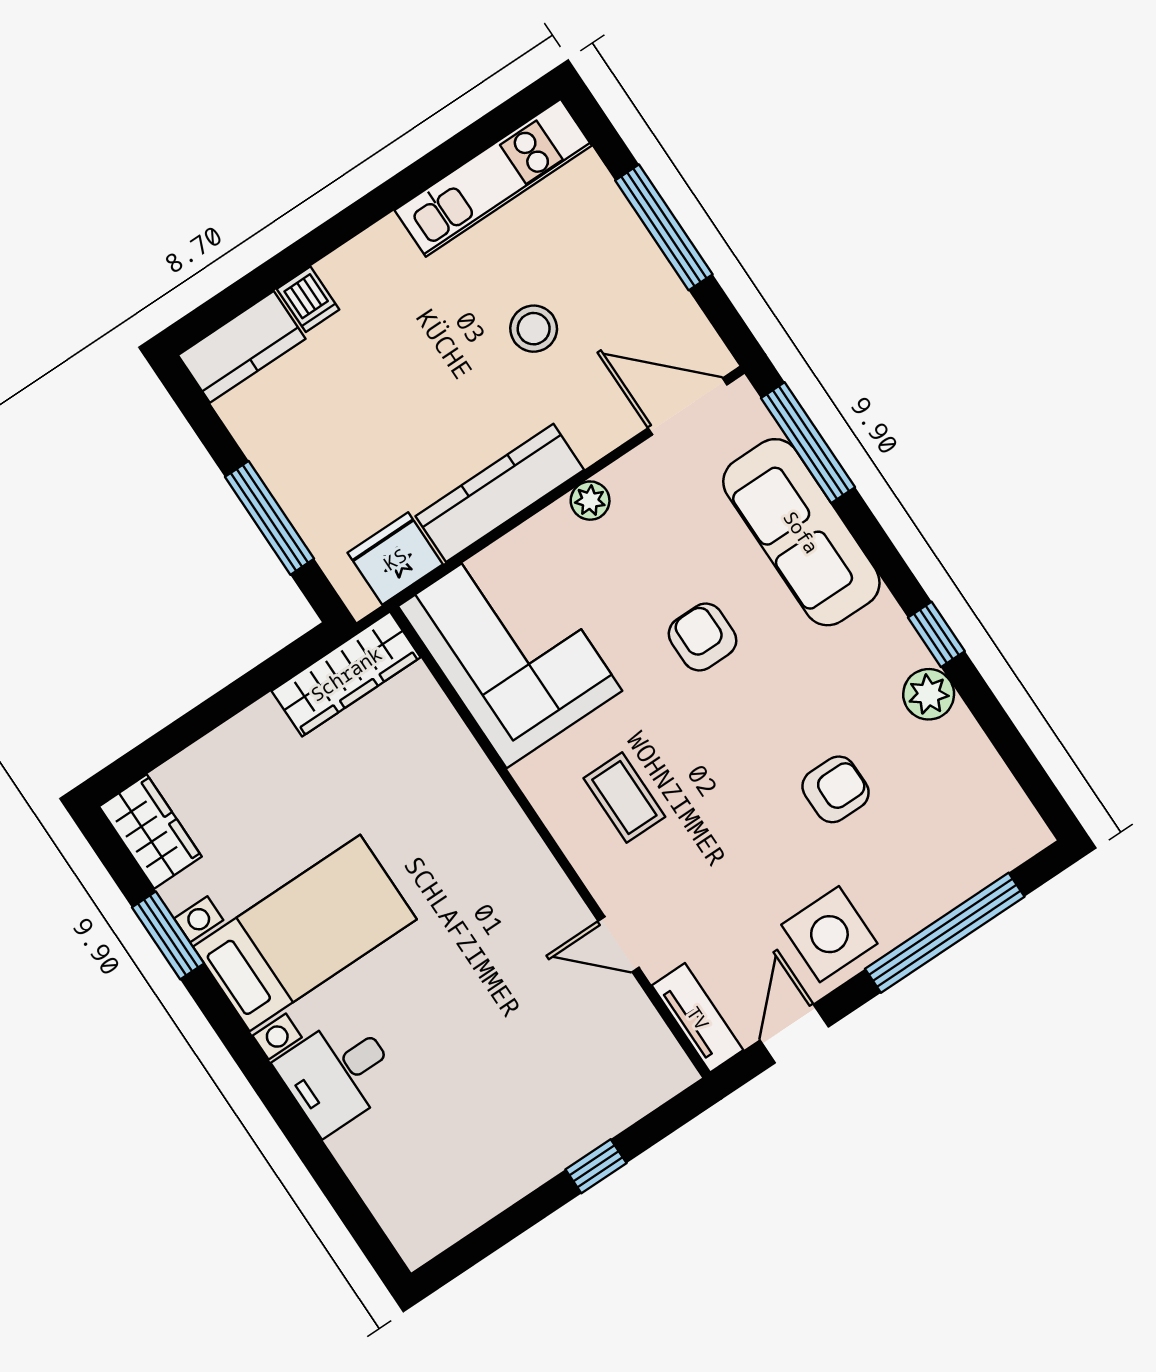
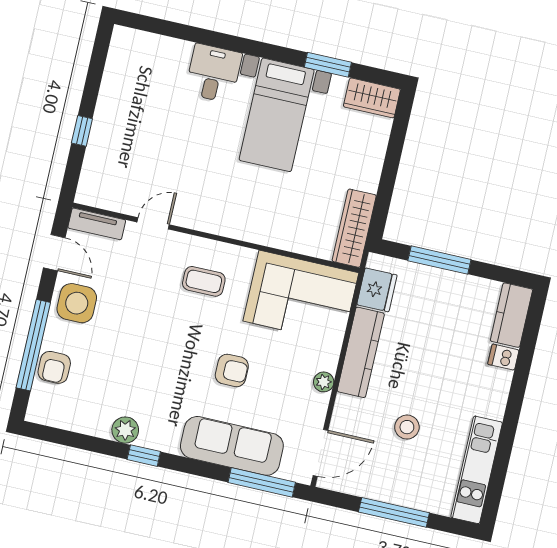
armchair: (836, 789) -> (54, 367), moved

